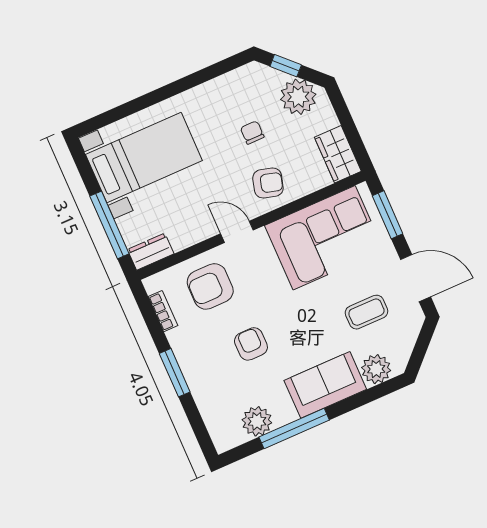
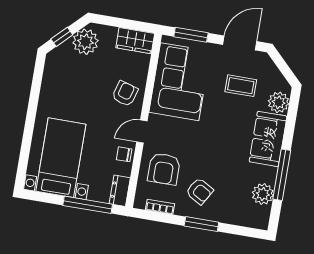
chair: (252, 133) -> (124, 154), moved
coffee table: (366, 312) -> (241, 86), turned 90
armchair: (251, 344) -> (200, 191), moved, turned -150

